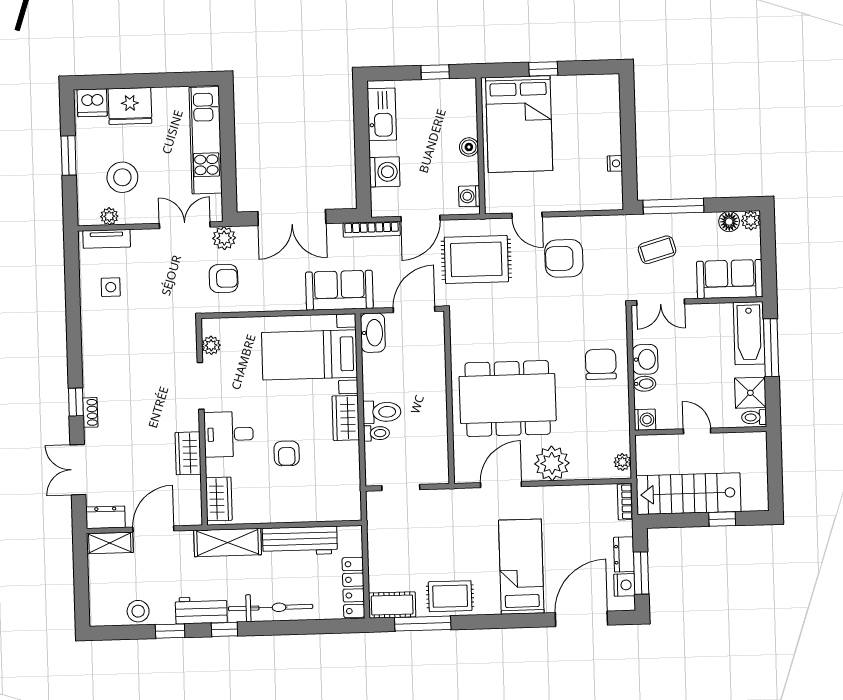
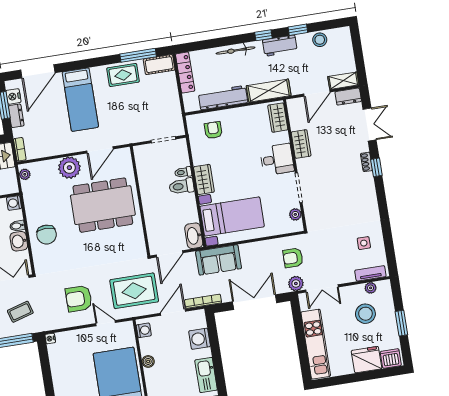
nightstand: (615, 163) -> (50, 338), moved
armchair: (564, 258) -> (79, 299), turned 180
armchair: (287, 453) -> (213, 130), moved
bicycle: (271, 608) -> (236, 50), width x0.73, depth x0.71

